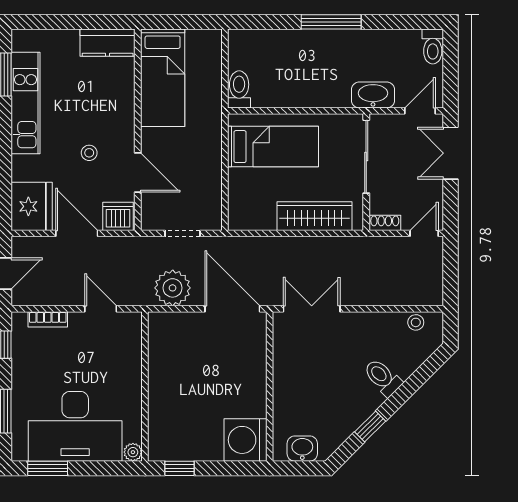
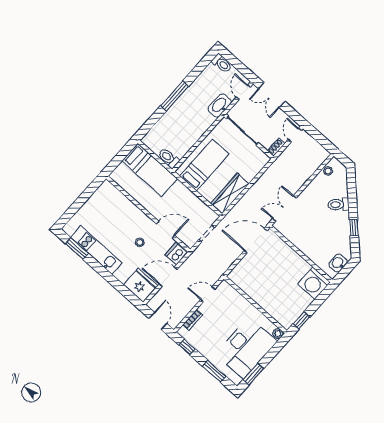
kitchen counter: (108, 43) -> (102, 195), removed
bed: (163, 78) -> (150, 170), moved
wardrobe: (315, 216) -> (230, 194), moved
plant: (173, 288) -> (225, 258), removed

